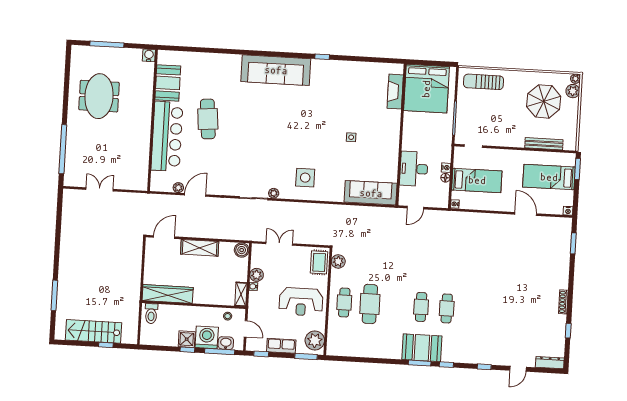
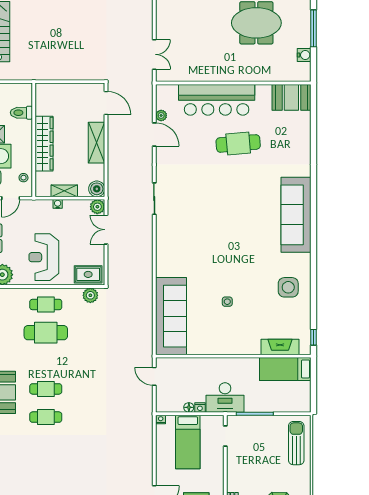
water cooler: (149, 55) -> (304, 55), moved
window: (322, 57) -> (314, 337), moved
booth: (168, 83) -> (291, 97), moved
bed: (426, 89) -> (285, 369), width x0.49
desk: (414, 169) -> (225, 398), moved, turned 180
side table: (305, 178) -> (288, 287), moved
double door: (100, 189) -> (154, 54), moved
plant: (274, 193) -> (161, 220), removed
sofa: (371, 193) -> (171, 316), width x1.36, depth x1.27
double door: (279, 244) -> (106, 230), swing flipped
plant: (257, 275) -> (97, 207), moved
wardrobe: (168, 294) -> (44, 144), moved
shelving: (241, 294) -> (64, 191), moved
toilet: (151, 314) -> (21, 113), moved

